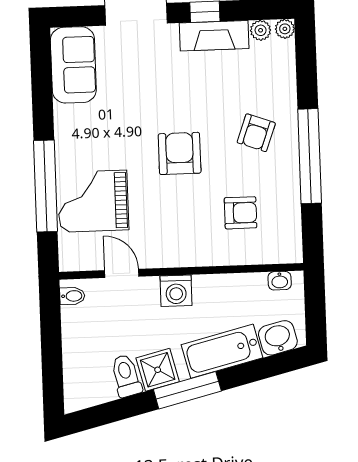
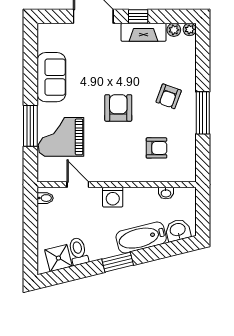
sofa: (73, 65) -> (51, 77), moved
window: (310, 156) -> (203, 113), width x0.68
window: (46, 186) -> (30, 126), width x0.68
washbasin: (280, 281) -> (166, 193), moved
shower: (158, 370) -> (58, 258), moved
window: (187, 390) -> (118, 262), width x0.69

